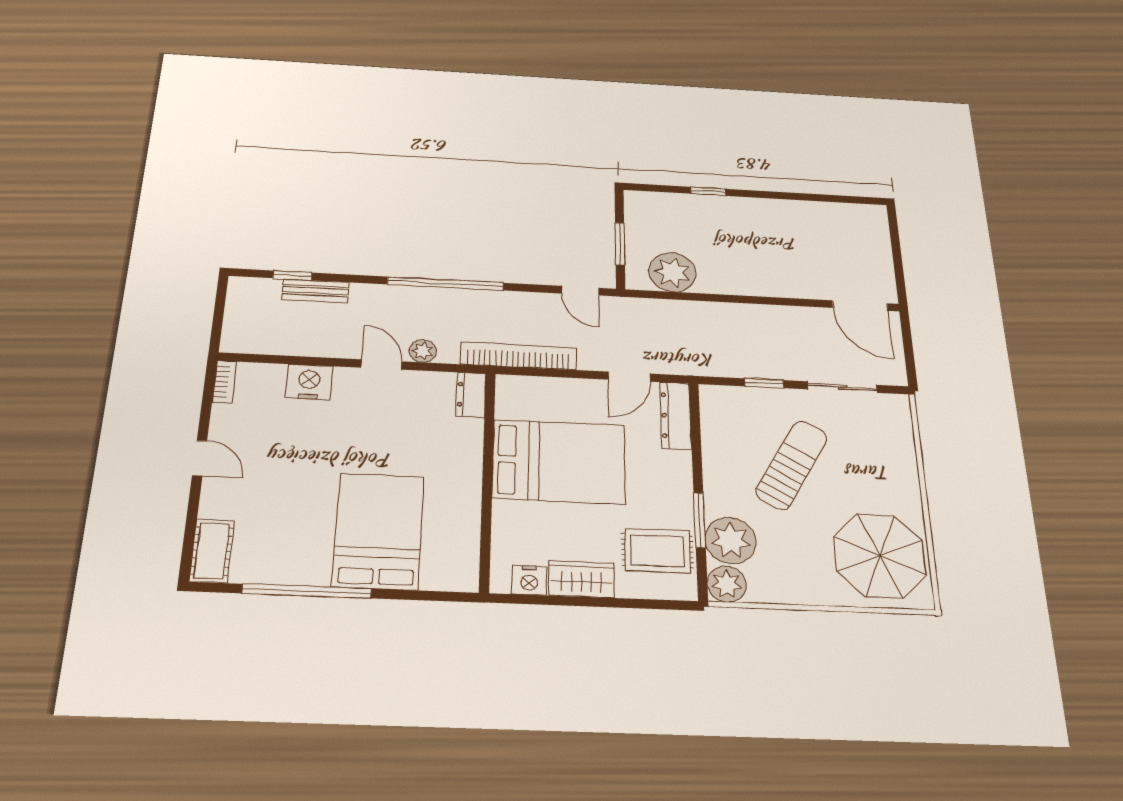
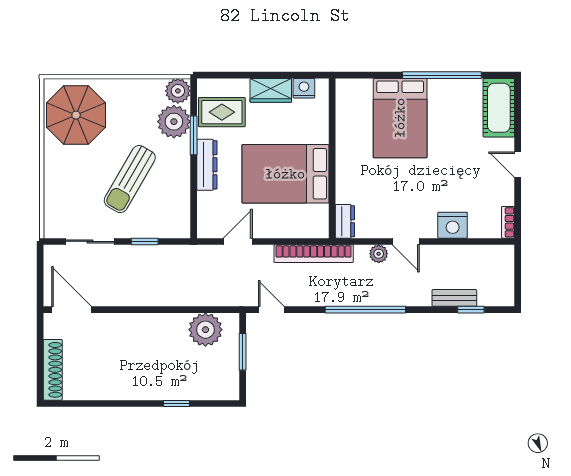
shoe rack: (878, 238) -> (53, 370), added
dresser: (676, 416) -> (207, 165), moved
cot: (212, 551) -> (499, 108), width x1.37, depth x1.34

